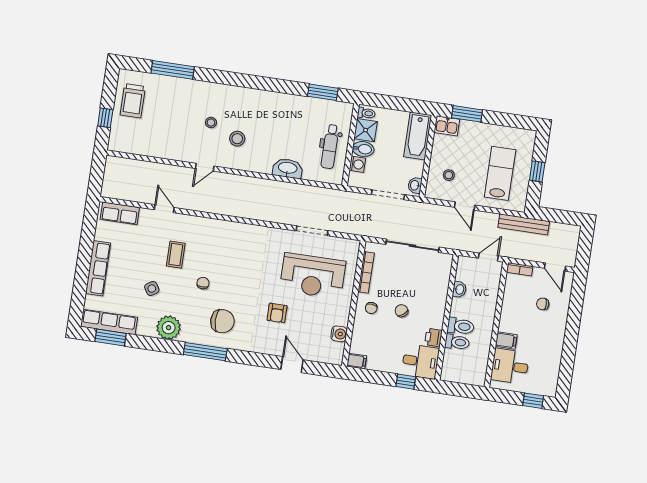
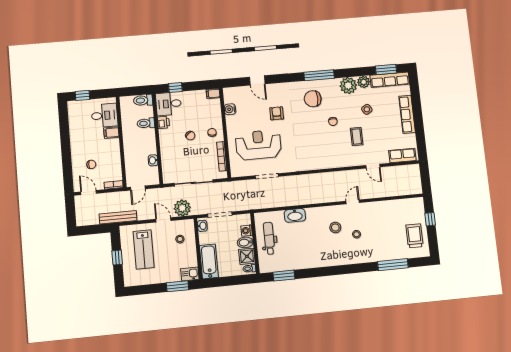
plant: (436, 216) -> (182, 208), added
toilet: (461, 326) -> (143, 100), moved
plant: (146, 328) -> (364, 82), added

